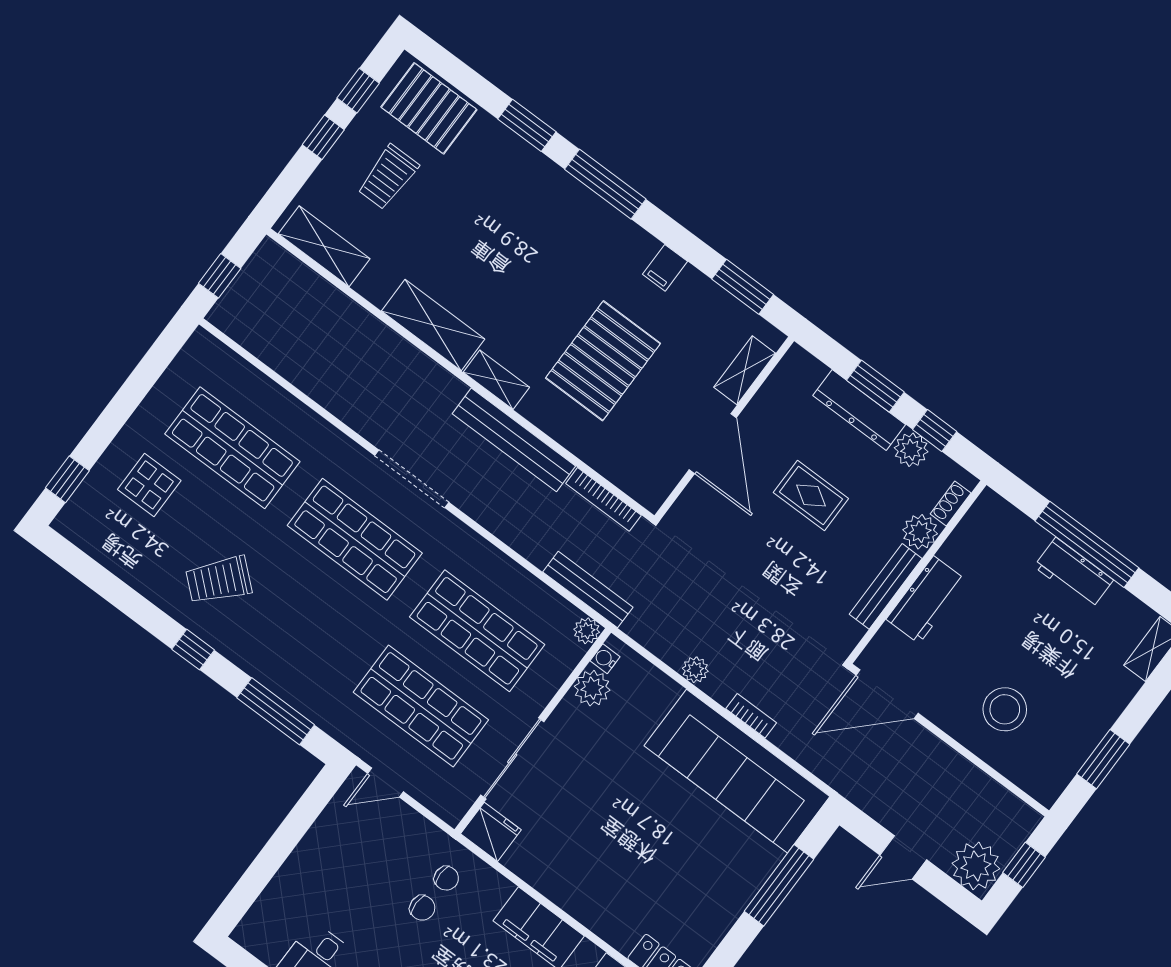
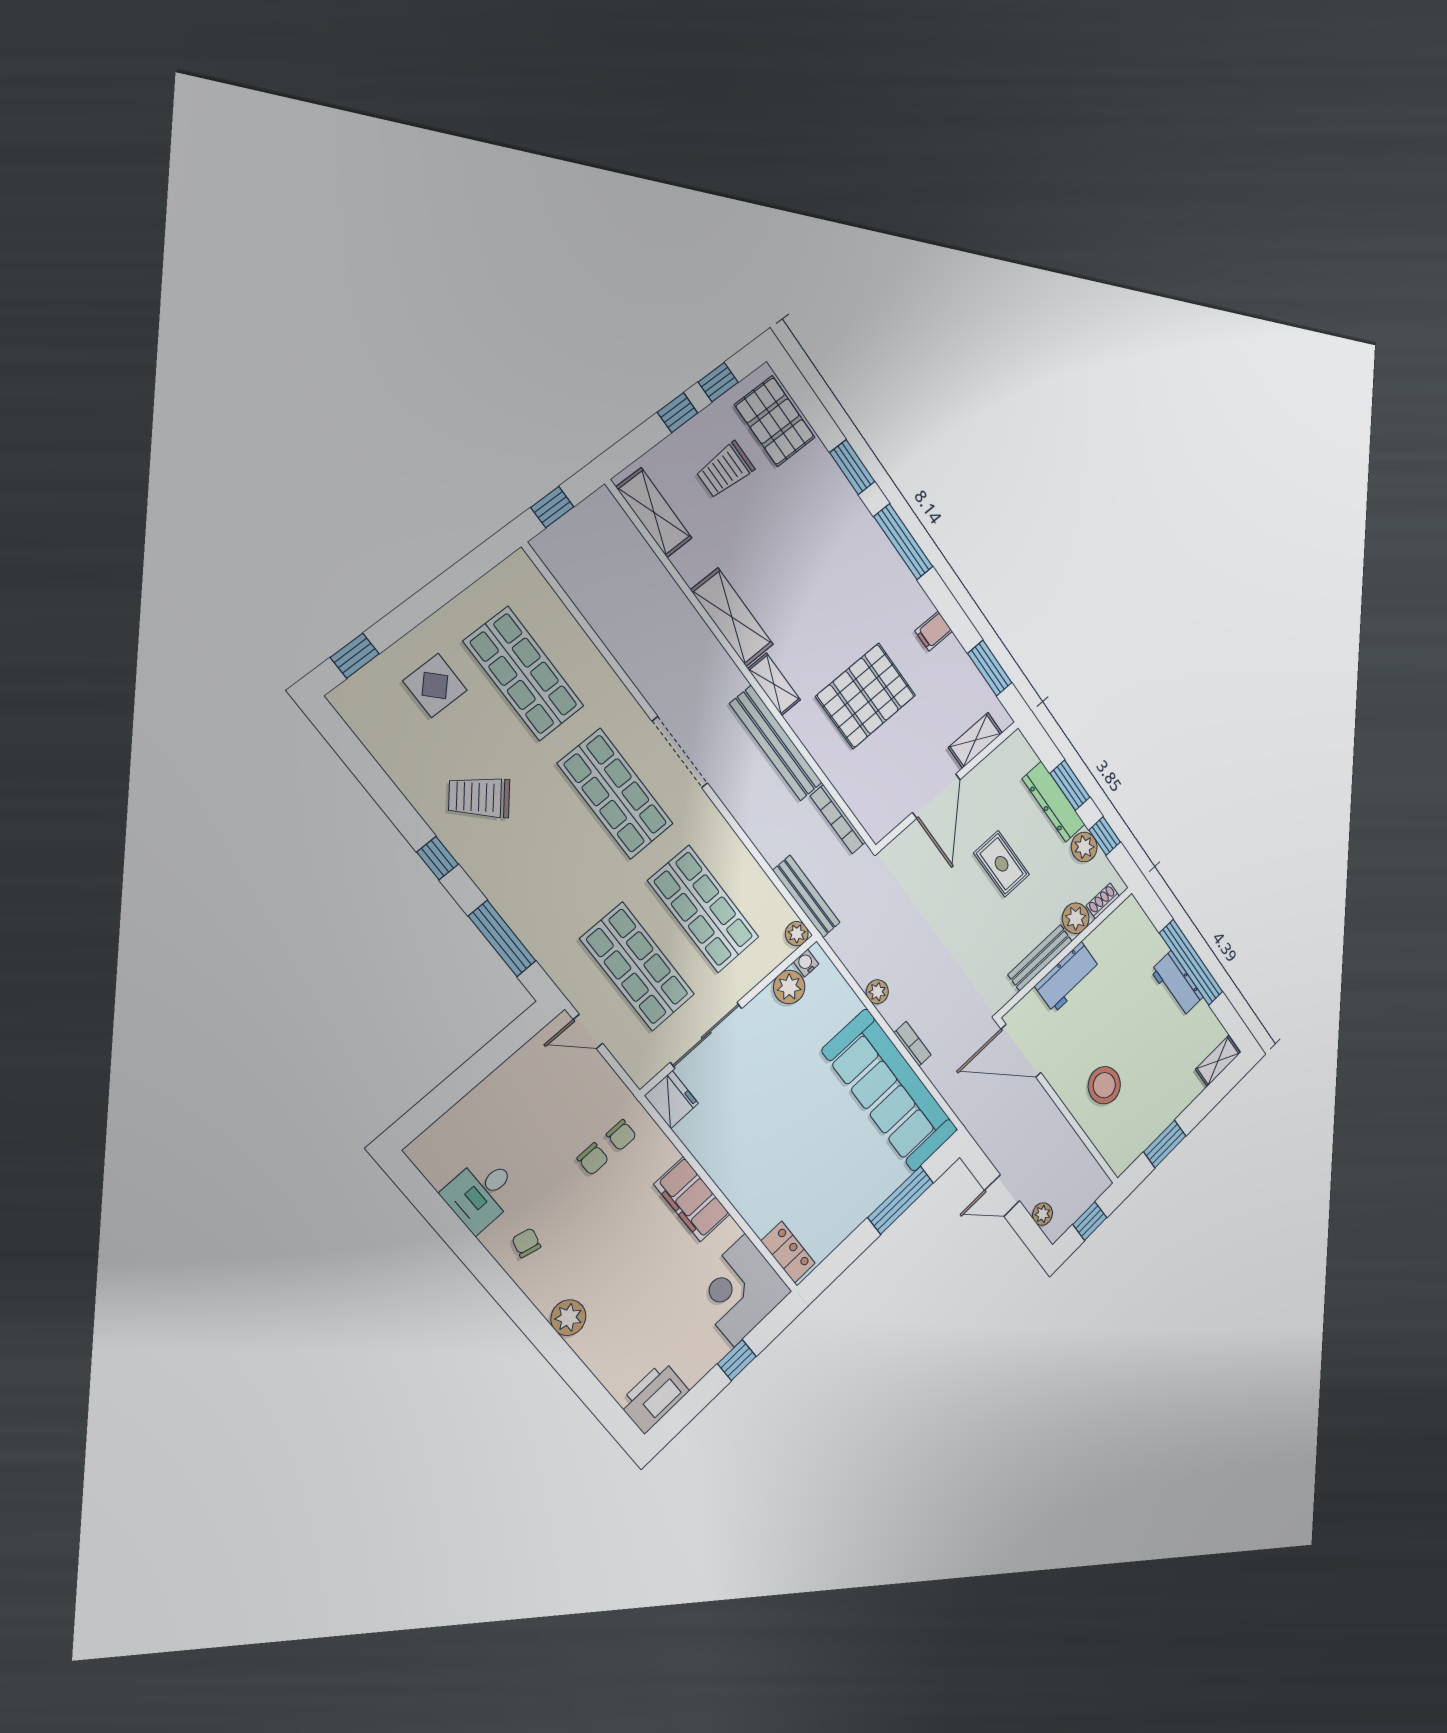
plant: (976, 866) -> (1043, 1214), width x0.53, depth x0.53

